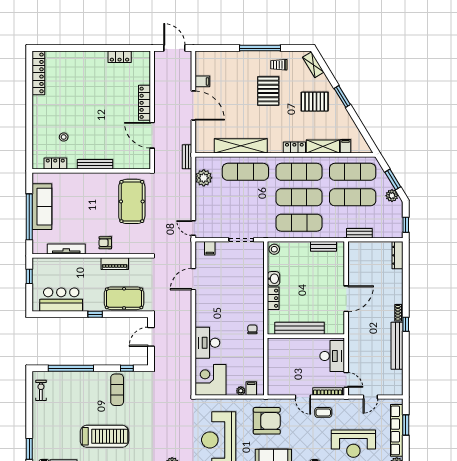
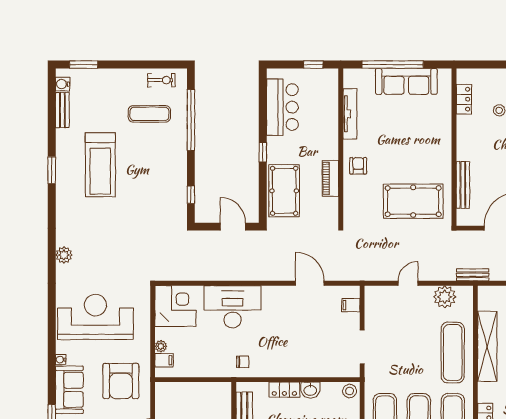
bench: (95, 164) -> (463, 185), moved
door: (193, 228) -> (408, 283), moved
desk: (207, 343) -> (233, 307), width x1.36, depth x1.30
exercise mat: (117, 390) -> (149, 114), moved

